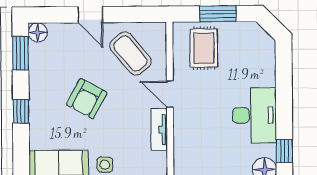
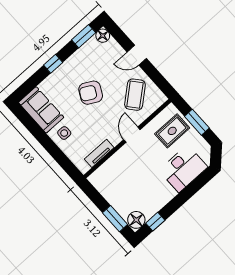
door: (90, 15) -> (137, 55), hinge flipped
desk: (254, 115) -> (183, 169), moved
tv unit: (159, 130) -> (99, 153), moved

